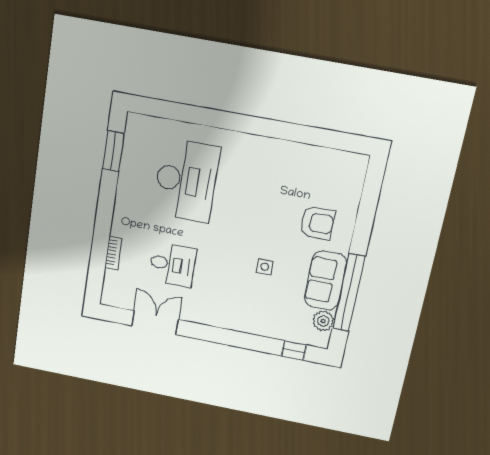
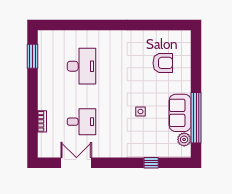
desk: (186, 180) -> (81, 66), width x0.73, depth x0.77
armchair: (317, 223) -> (163, 63), moved
window: (294, 350) -> (151, 163), moved

